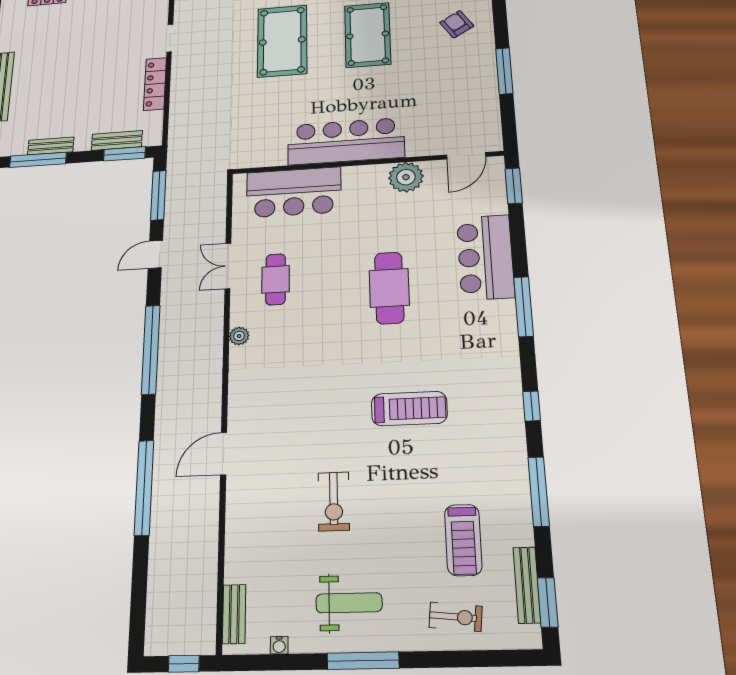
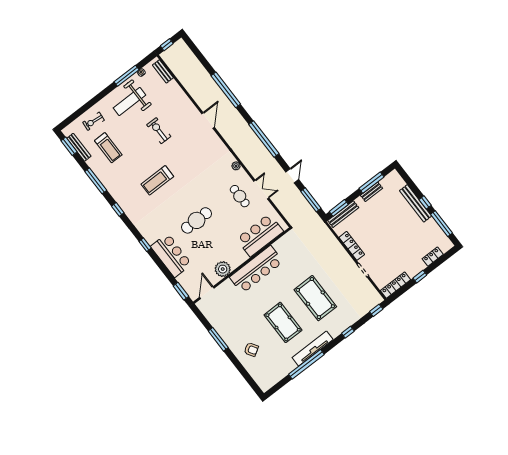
bench: (117, 140) -> (343, 214), width x1.36
cafe table: (389, 288) -> (197, 220), turned 90
window: (523, 307) -> (145, 245), width x0.46
treadmill: (463, 540) -> (108, 148), turned 180
weight bench: (349, 603) -> (129, 102), width x1.36, depth x1.33
window: (363, 661) -> (126, 76), moved

